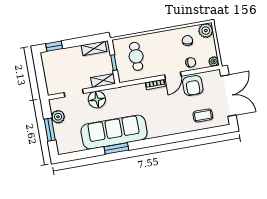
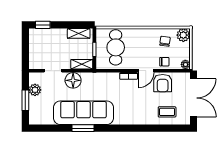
cafe table: (136, 56) -> (116, 47), width x1.37, depth x1.35

